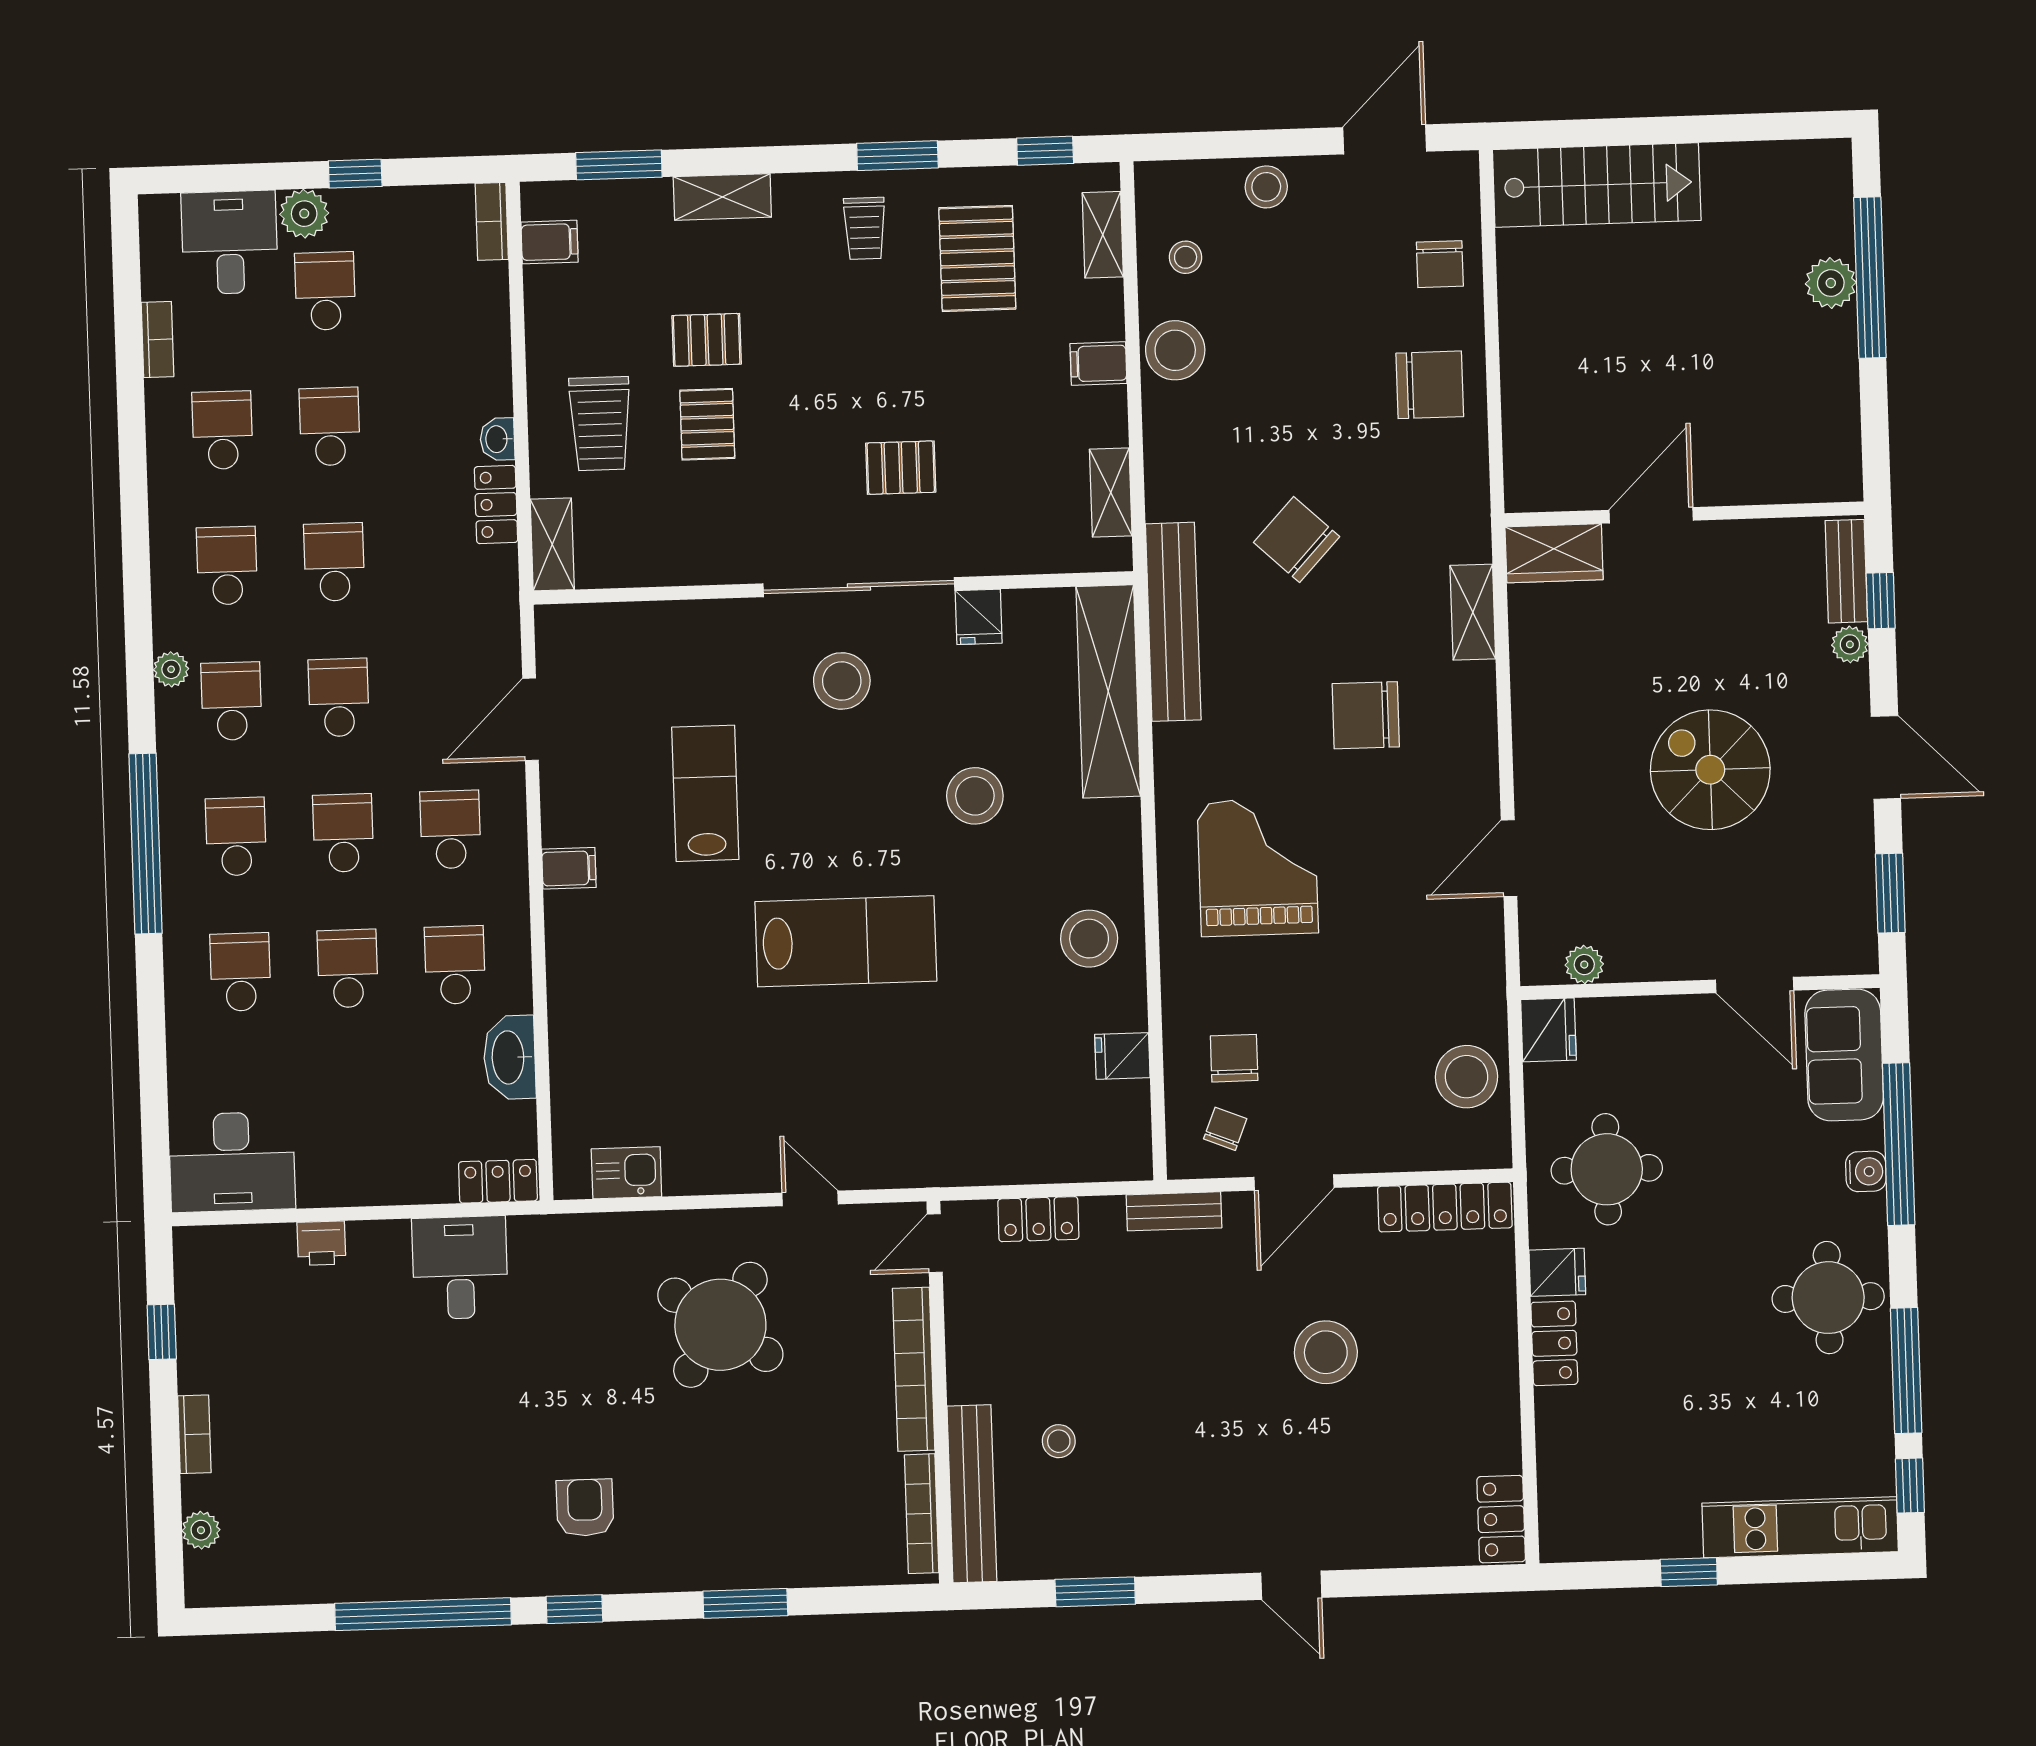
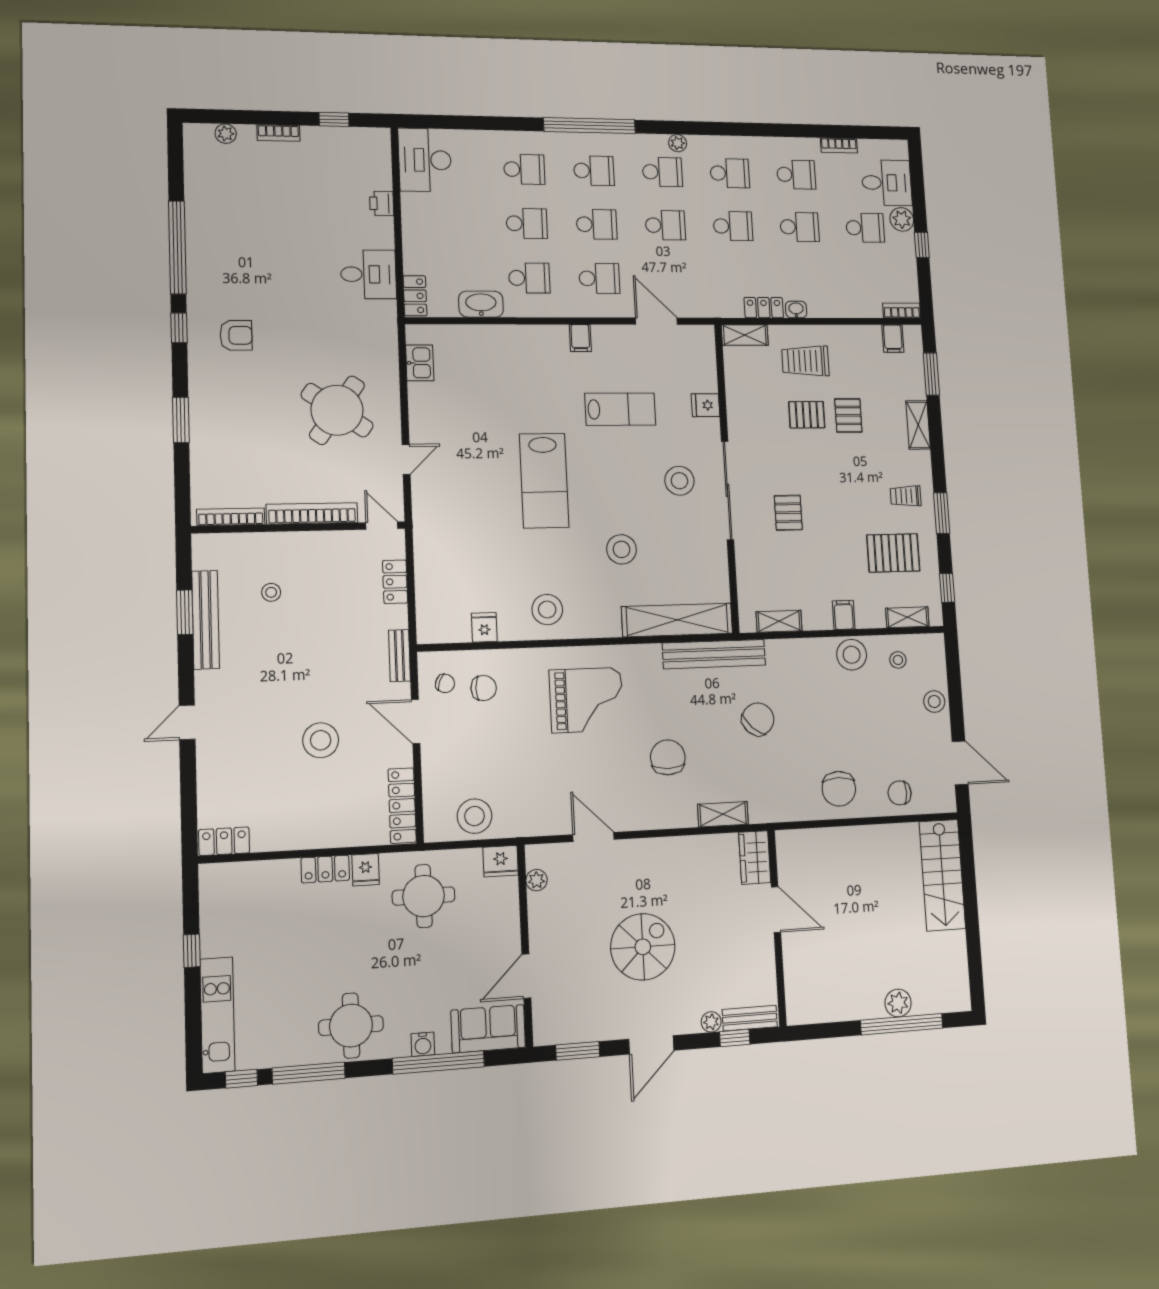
fridge: (979, 617) -> (705, 405), moved
bench: (972, 1494) -> (206, 620), moved, turned 90

